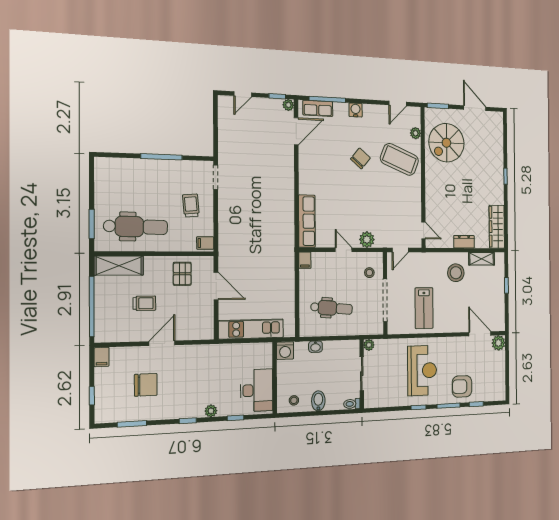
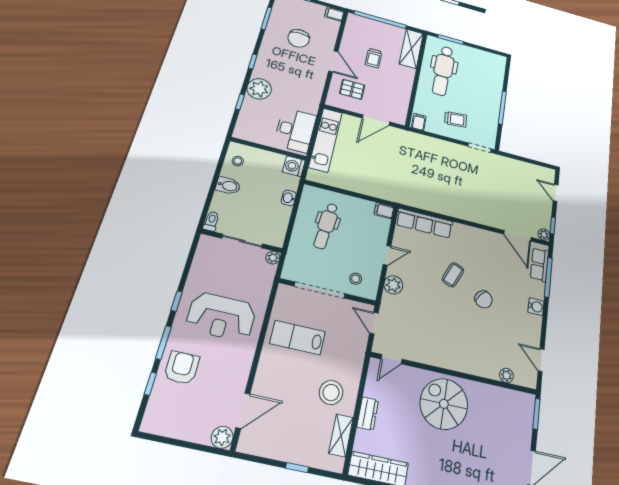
spiral stairs: (446, 143) -> (444, 404), moved
coffee table: (399, 159) -> (453, 275), moved, width x0.54, depth x0.58
pallet: (182, 274) -> (352, 89), moved
desk: (257, 390) -> (295, 130), moved, turned -90
plant: (211, 411) -> (259, 89), width x1.88, depth x1.88

